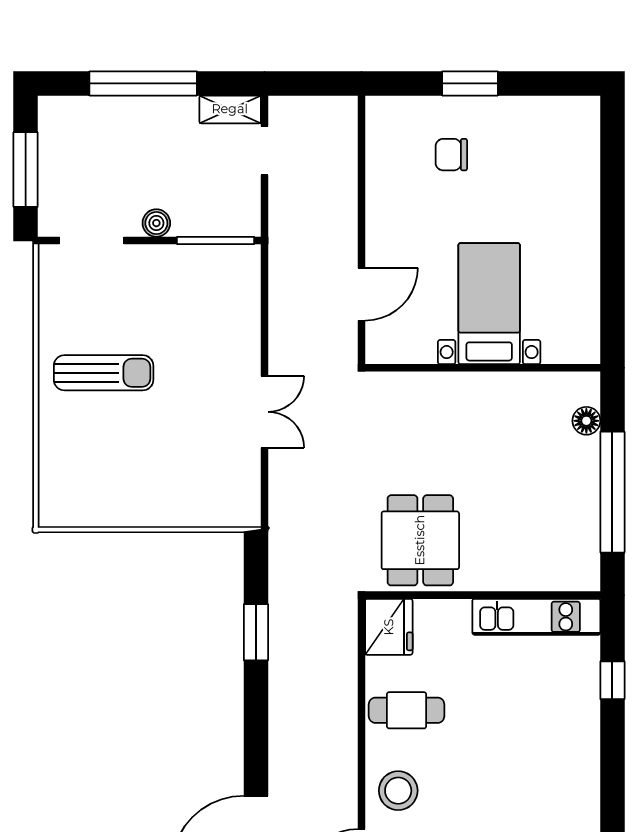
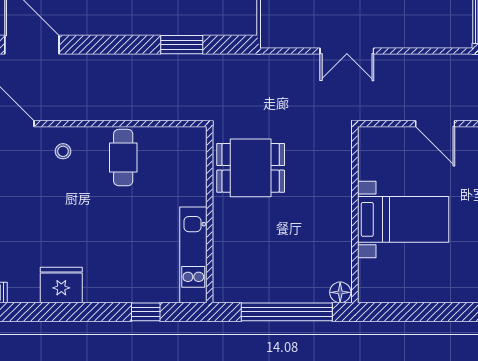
bed with nightstands: (489, 304) -> (403, 219), moved
wall: (483, 368) -> (355, 215), moved
fridge: (389, 627) -> (61, 285), moved, turned 180
stool: (398, 791) -> (63, 151), width x0.53, depth x0.53

